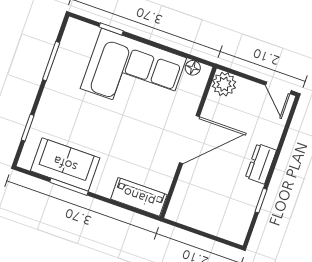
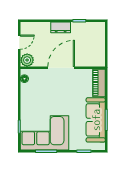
corner sofa: (133, 73) -> (45, 133), moved, turned -90
door: (278, 88) -> (19, 42), moved
door: (189, 140) -> (61, 68), hinge flipped
sofa: (65, 164) -> (96, 120), width x1.36

